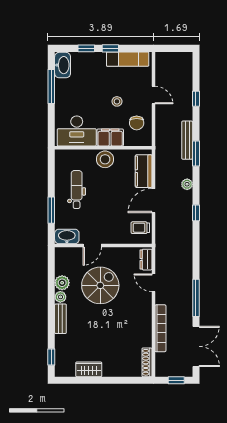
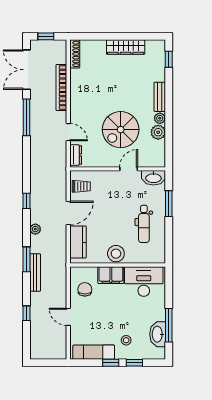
washbasin: (63, 65) -> (158, 334), moved
stool: (117, 101) -> (126, 340), moved
wardrobe: (89, 369) -> (126, 47), width x1.50

